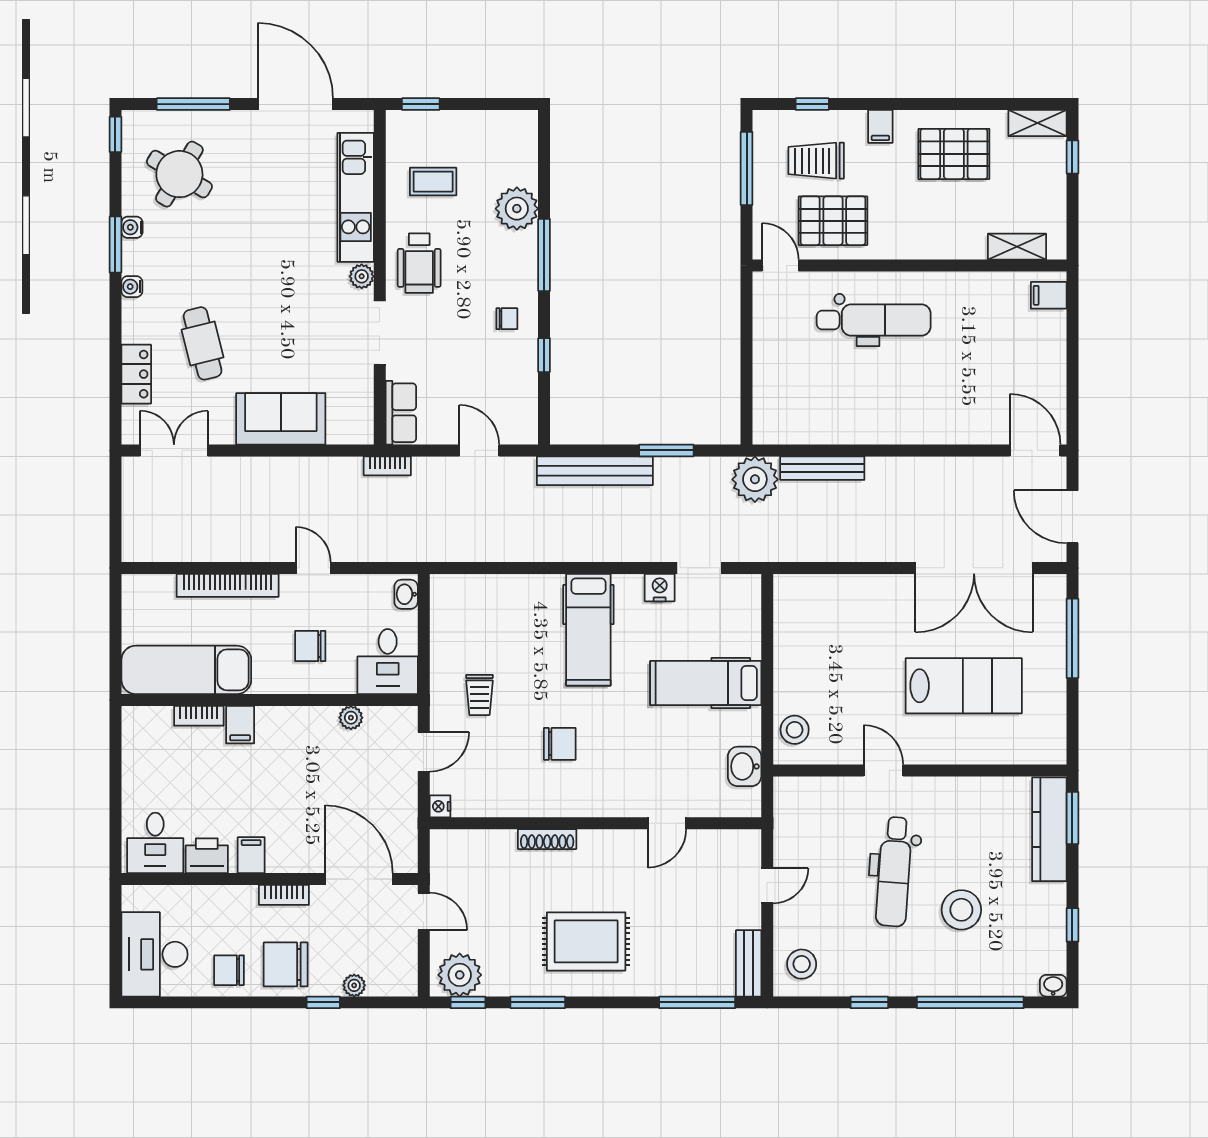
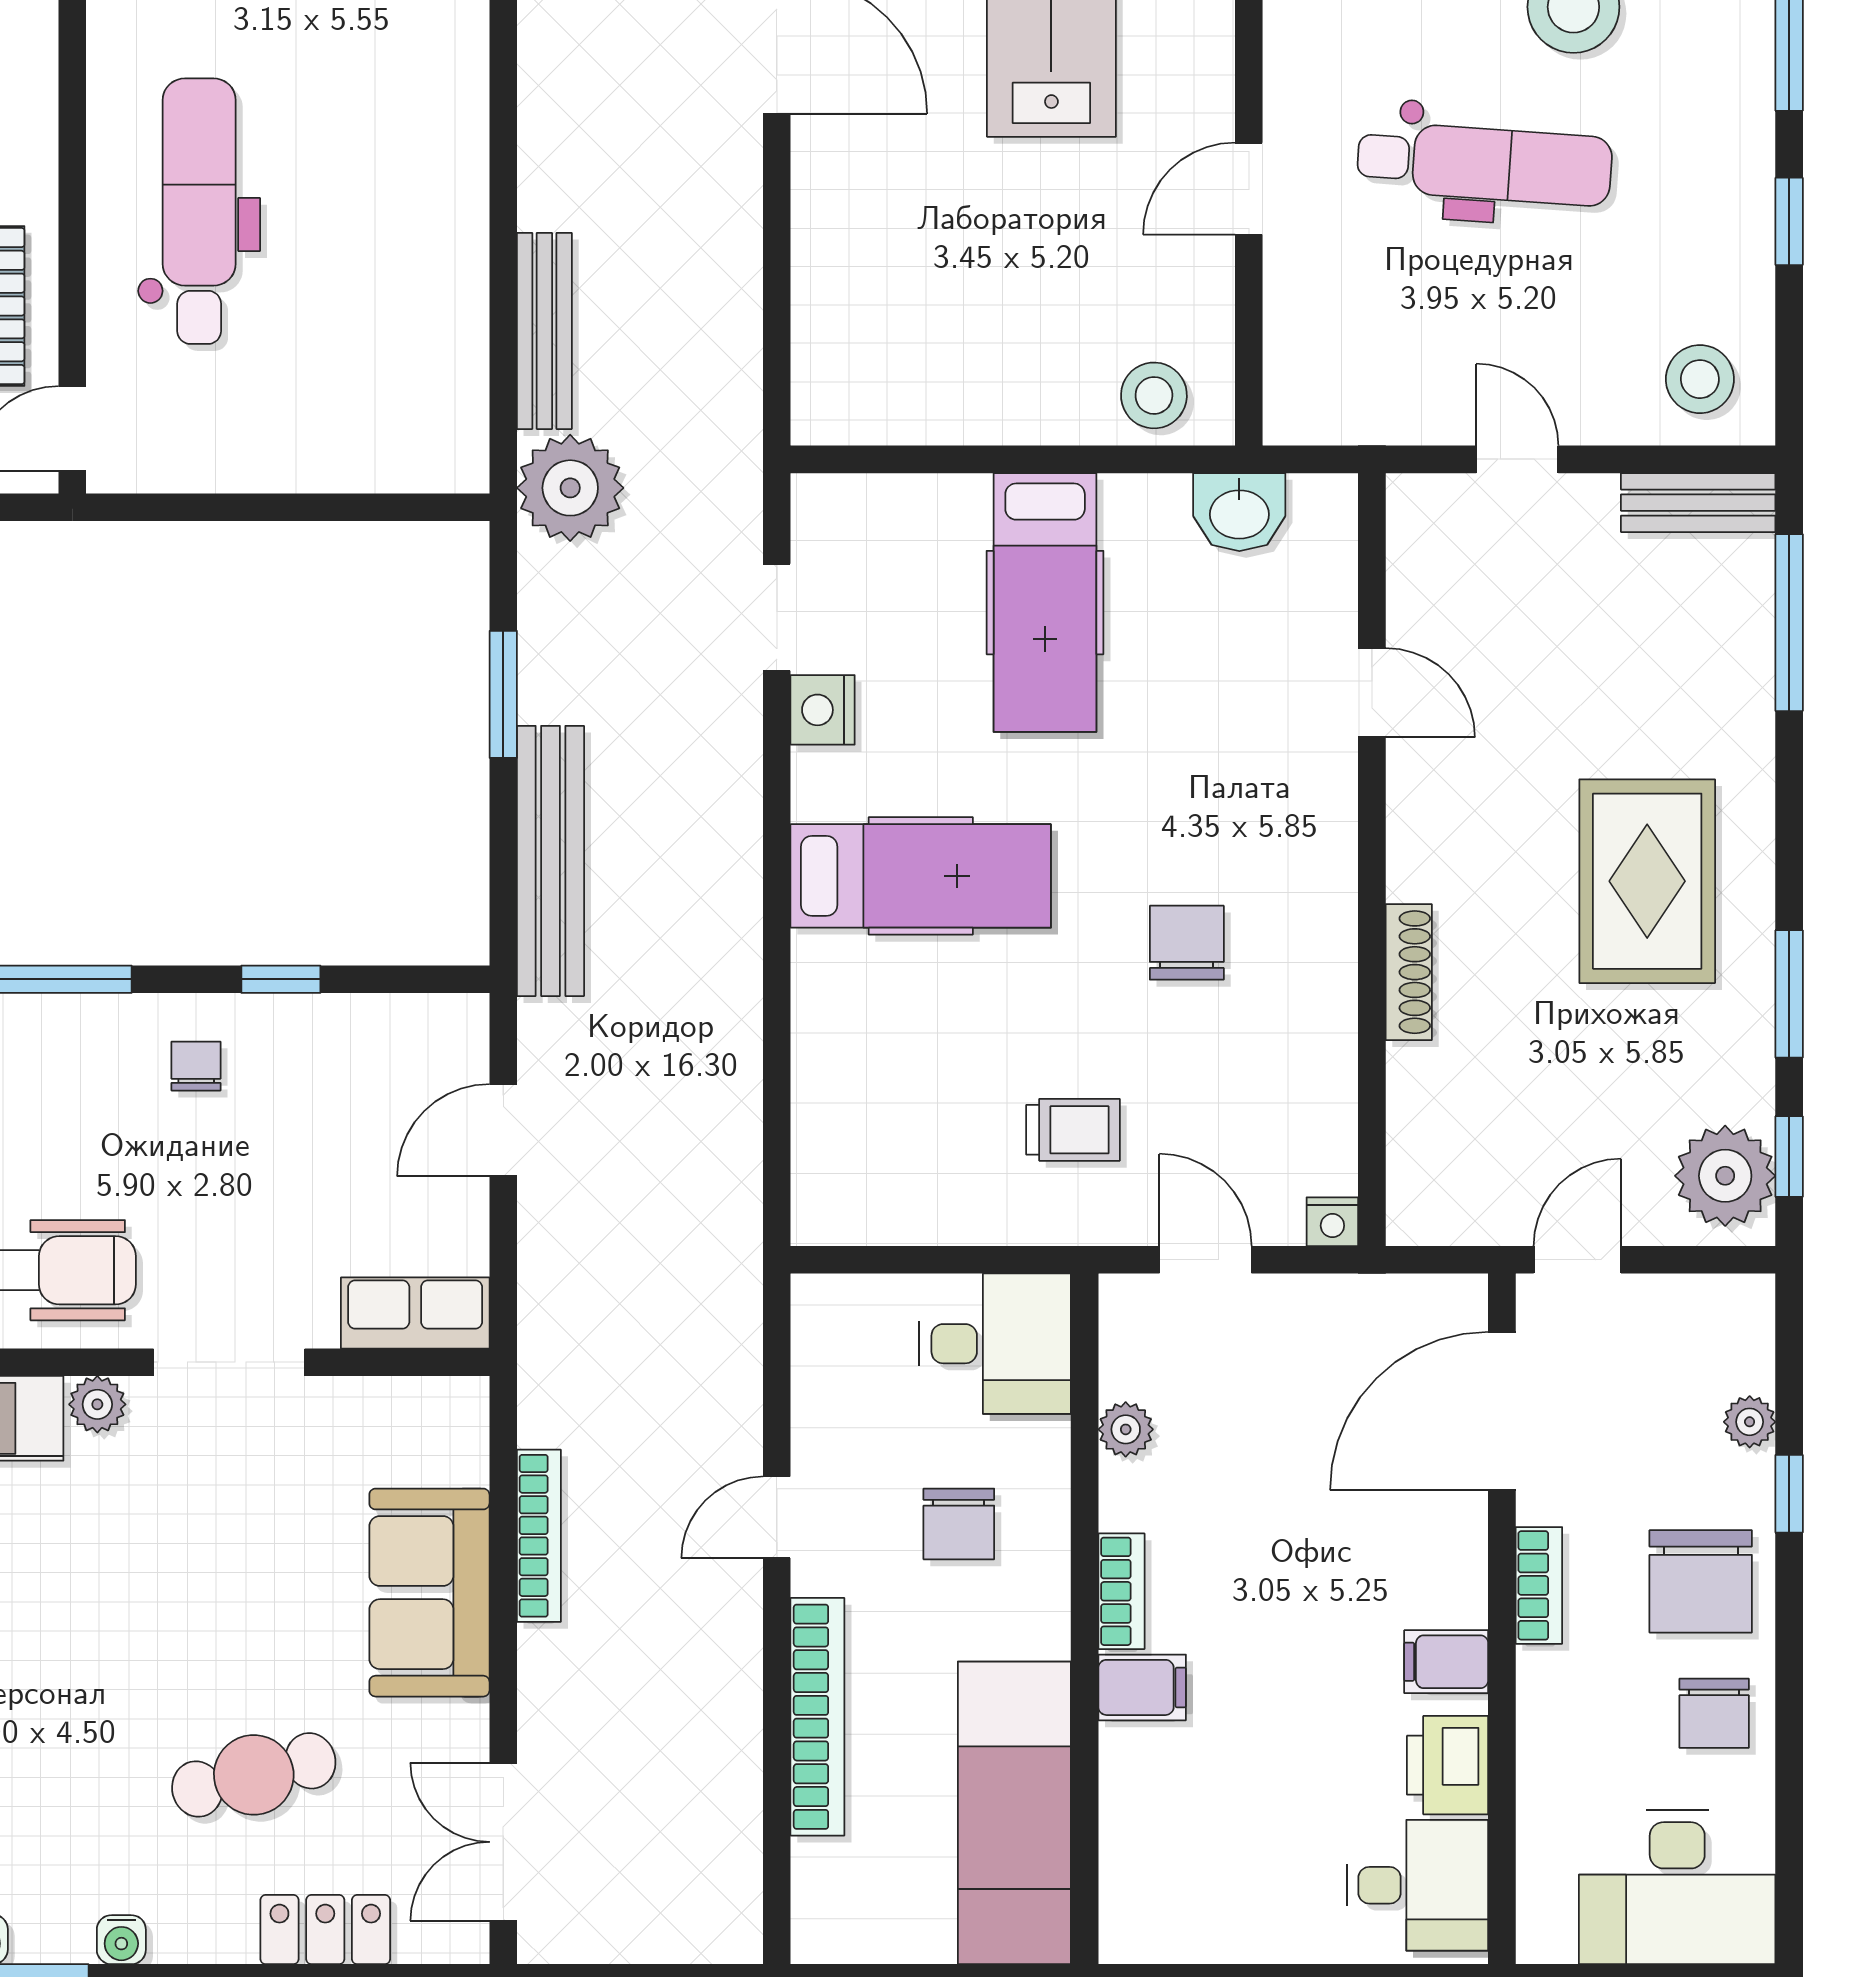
bookcase: (387, 466) -> (539, 1536), moved, width x1.56
washbasin: (406, 594) -> (838, 1301), removed
bookcase: (199, 716) -> (1121, 1591), moved

